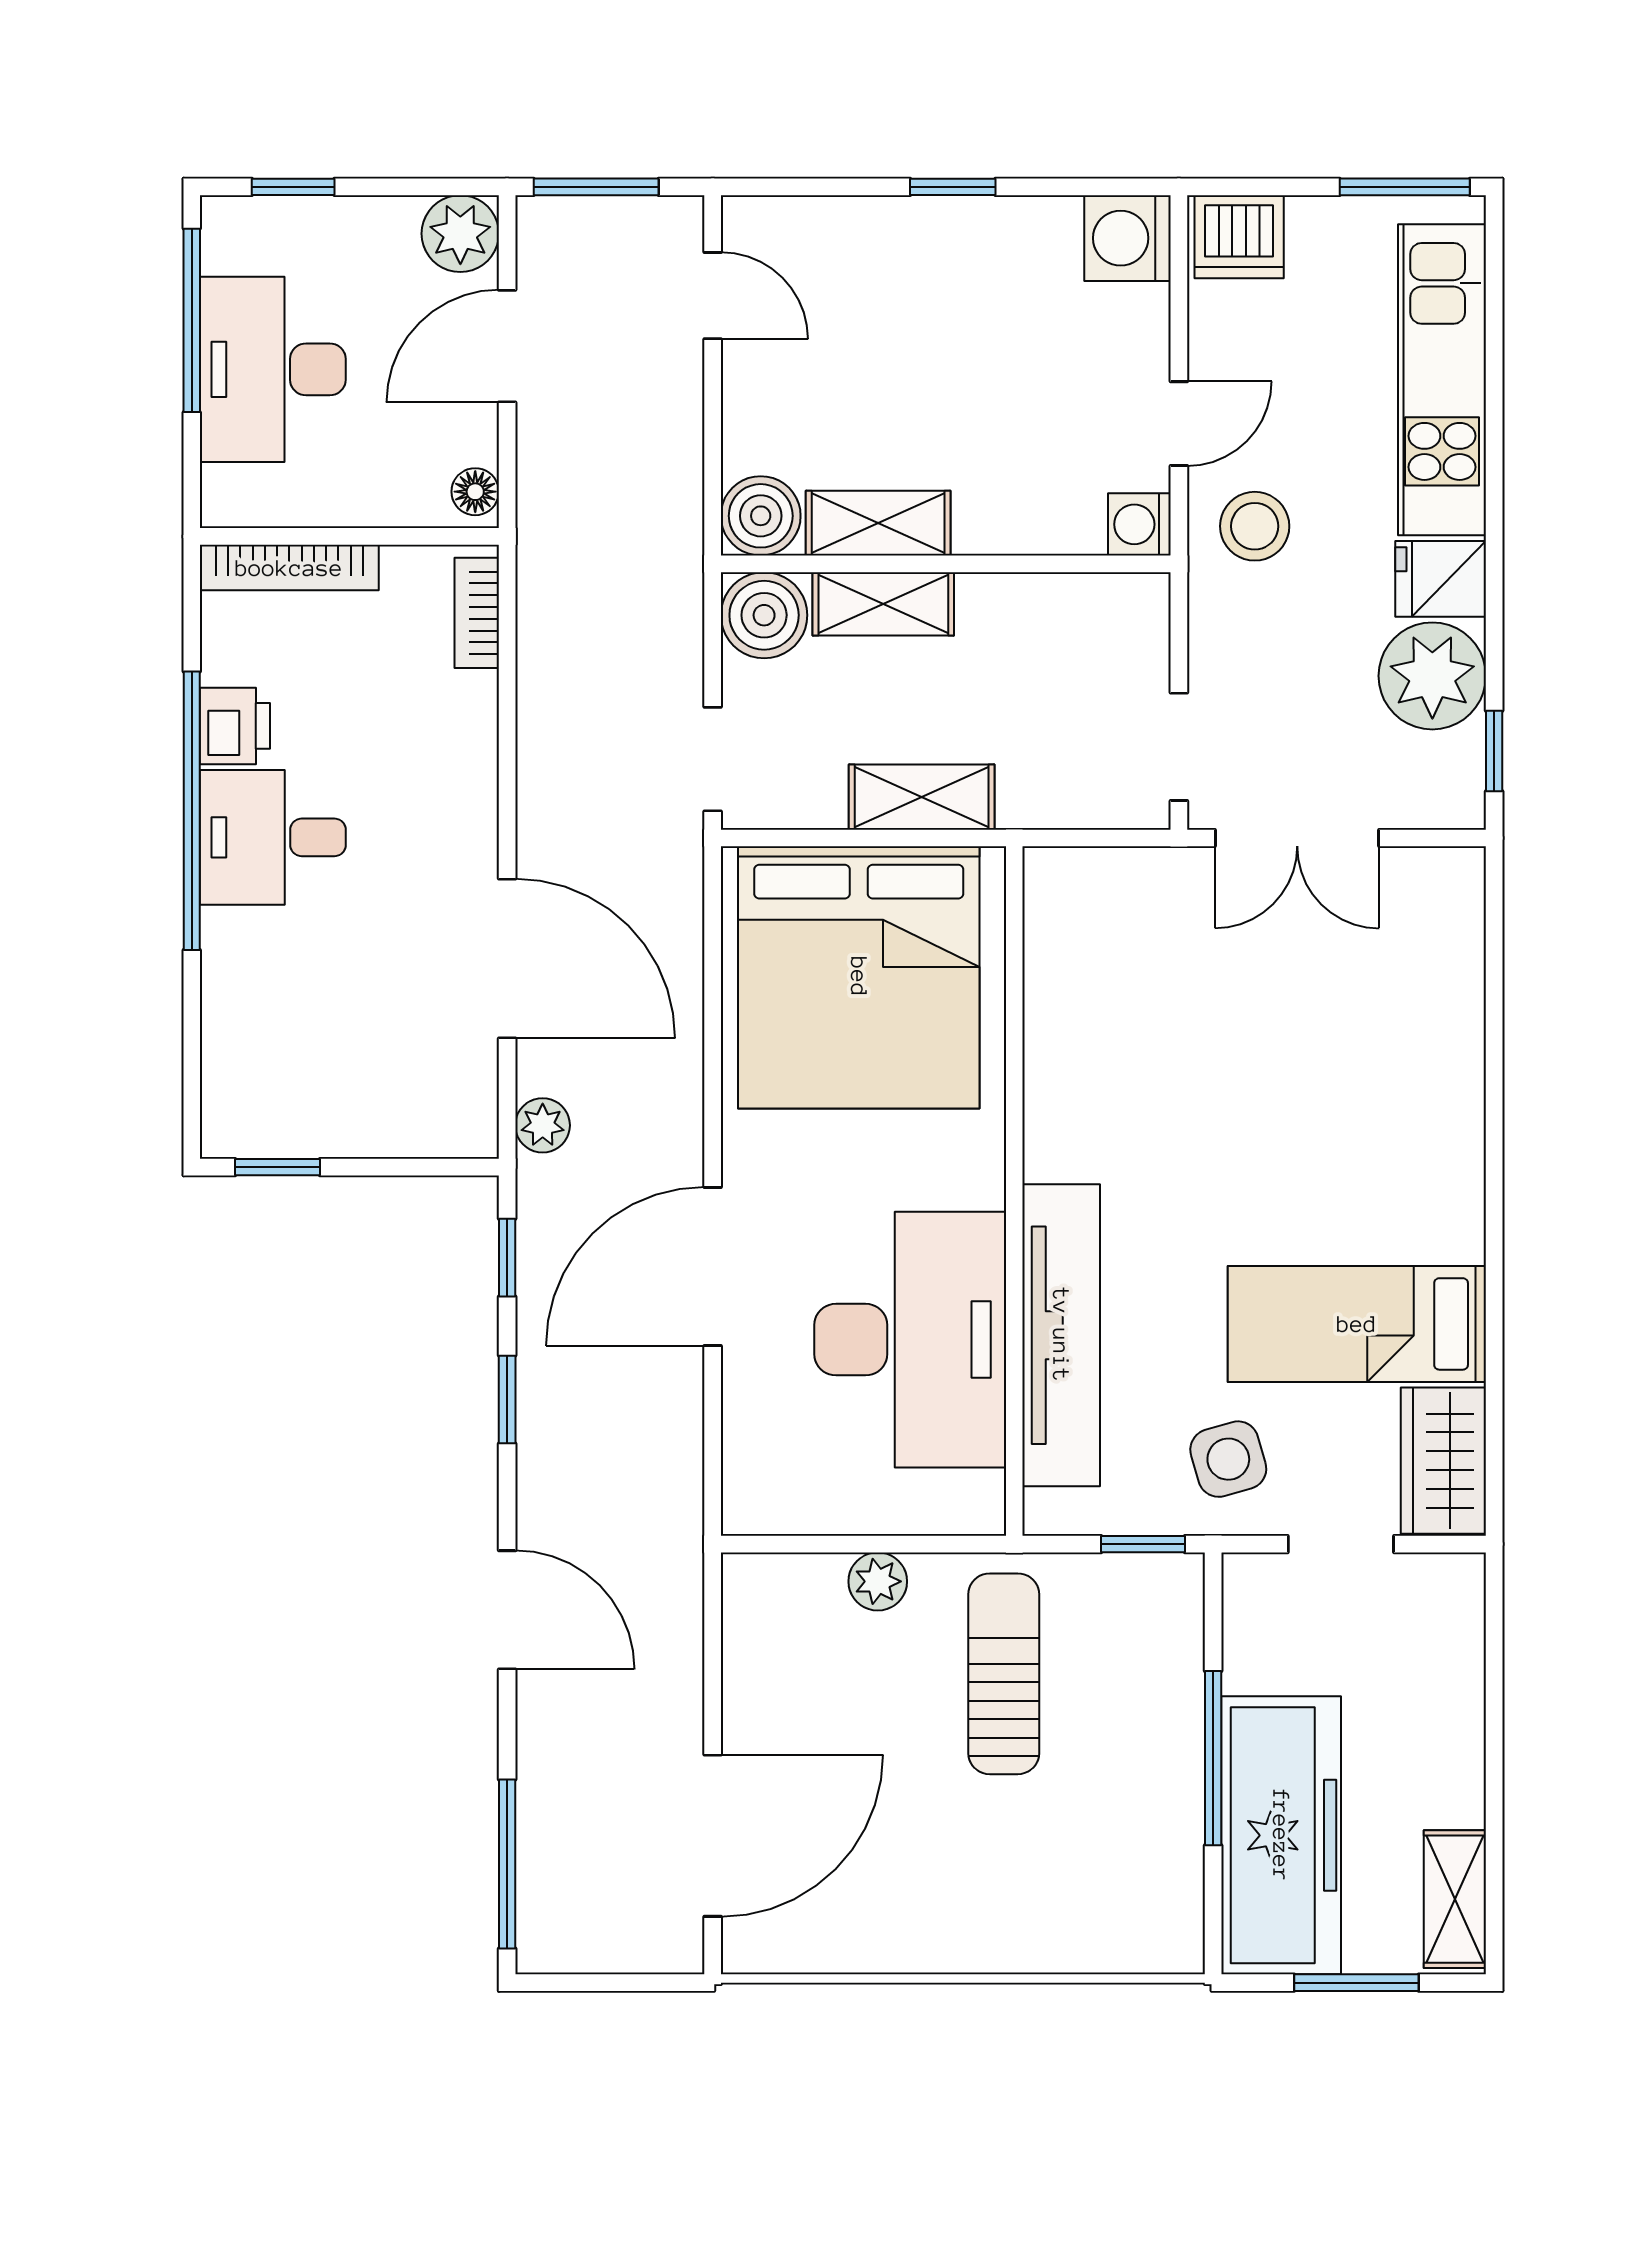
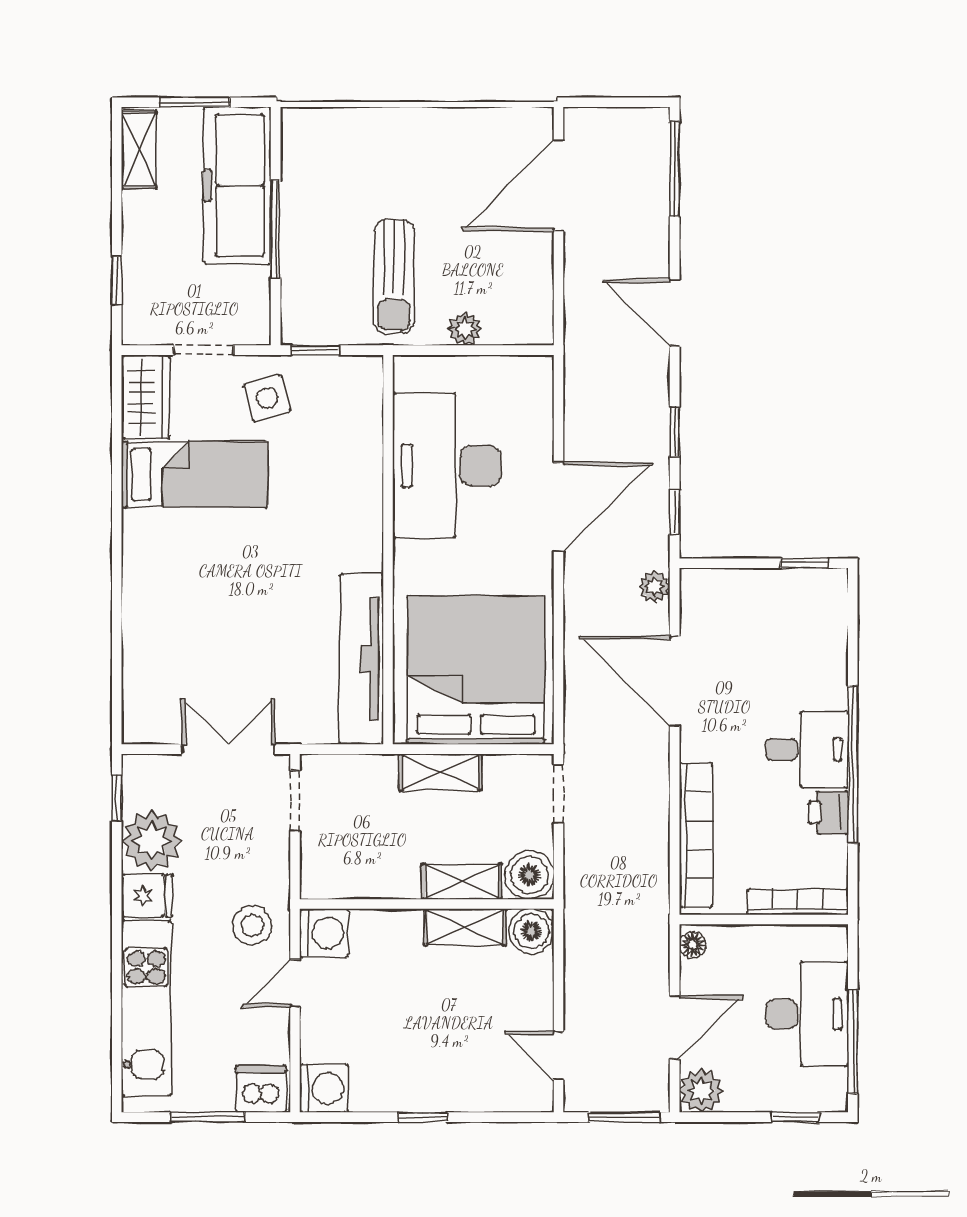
window: (1405, 187) -> (208, 1117), moved
washing machine: (1139, 524) -> (324, 933), width x1.38, depth x1.38
bookcase: (477, 613) -> (696, 835), width x2.31, depth x1.31
tv unit: (1061, 1335) -> (361, 659), moved
window: (1494, 1667) -> (117, 281), added

